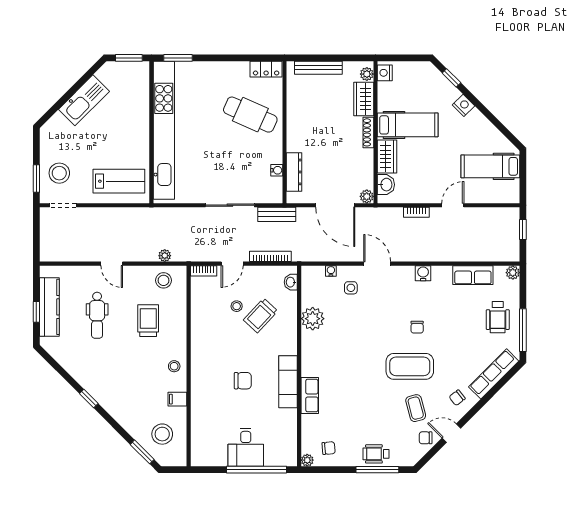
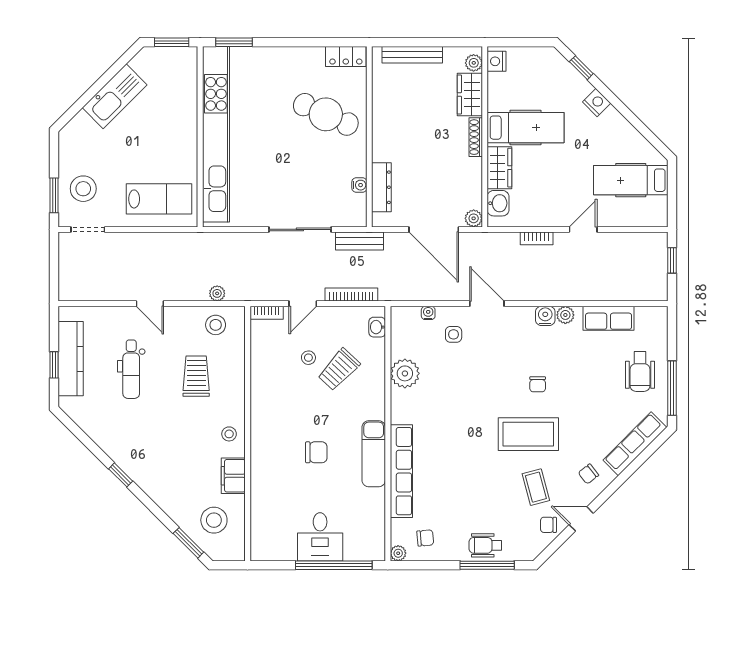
plant: (513, 273) -> (565, 315), moved
row of seats: (310, 396) -> (401, 471), width x2.02
filing cabinet: (177, 399) -> (233, 476), width x2.00

